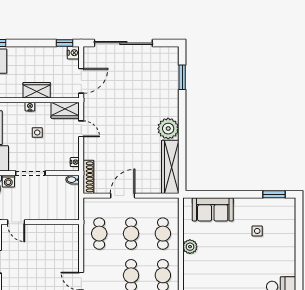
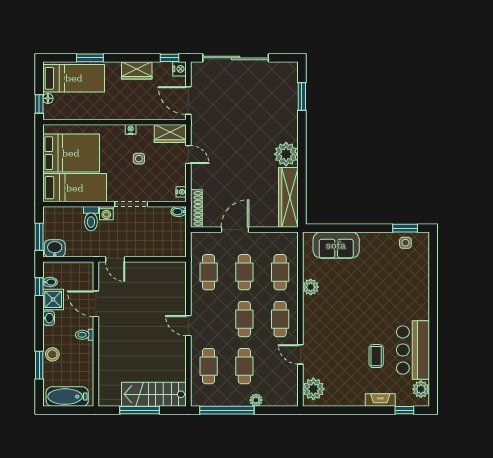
door: (81, 81) -> (188, 100), swing flipped
wardrobe: (37, 90) -> (137, 70), moved, turned 180
side table: (257, 231) -> (405, 243), moved

